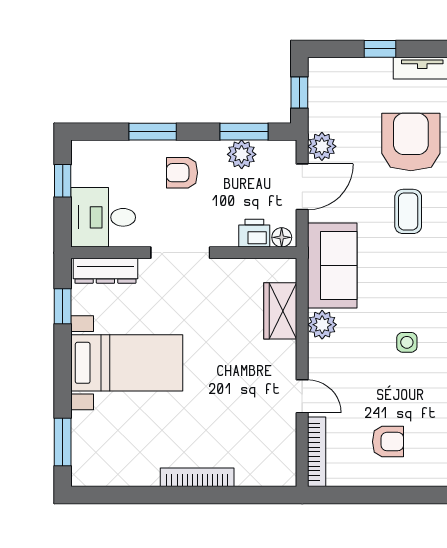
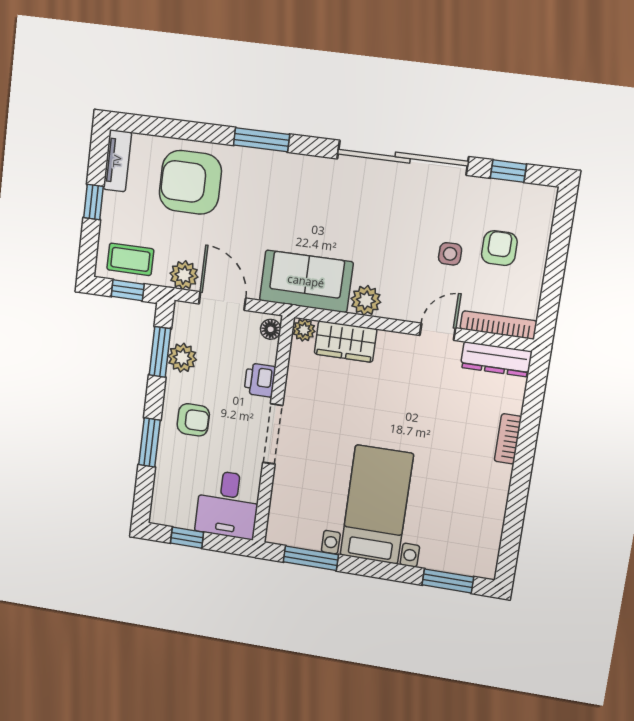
armchair: (182, 173) -> (193, 420), turned -90
coffee table: (408, 211) -> (130, 259), moved
printer: (254, 233) -> (260, 380), moved
plant: (286, 269) -> (304, 330), added
dresser: (105, 271) -> (496, 359), moved, turned 90
window: (63, 306) -> (311, 558), width x1.50
side table: (407, 342) -> (450, 254), moved
bookcase: (197, 477) -> (508, 439), width x0.64

